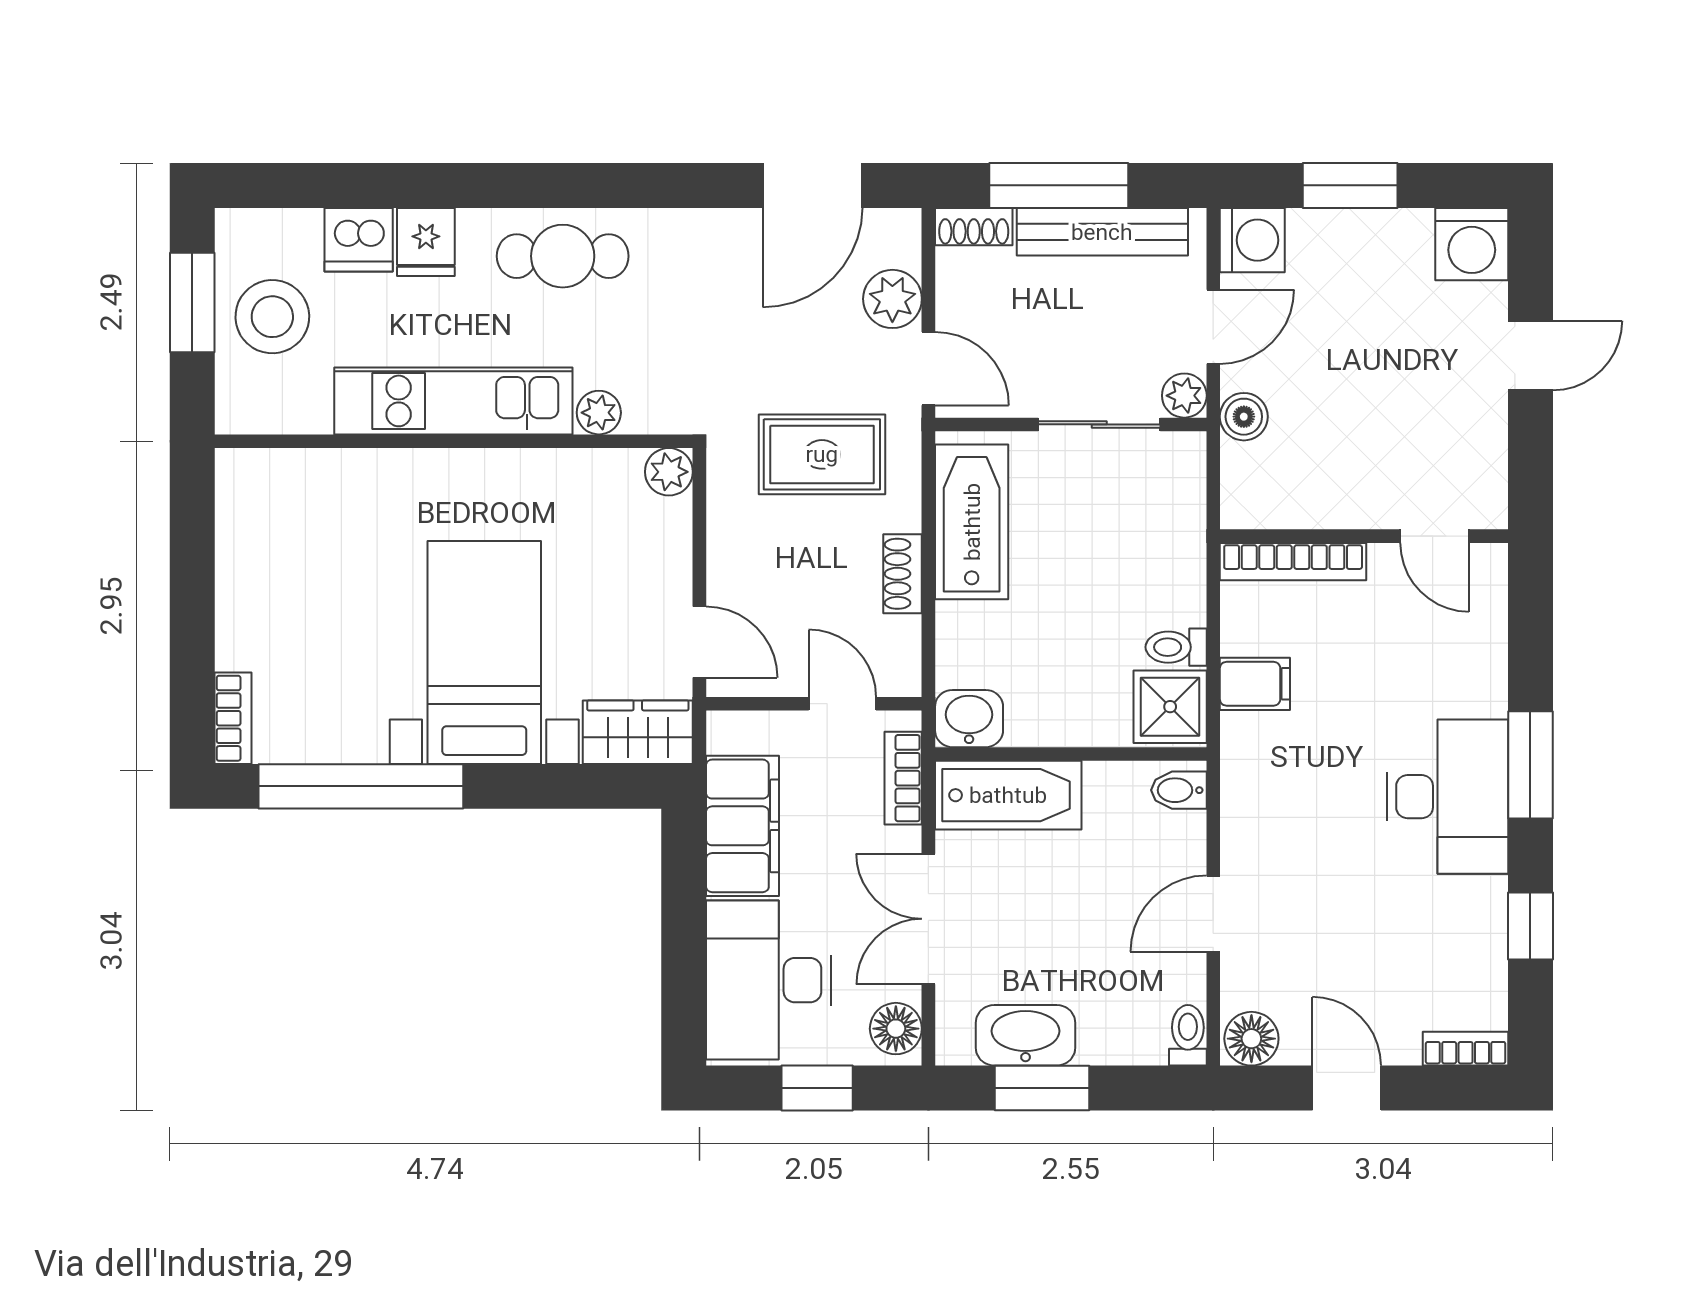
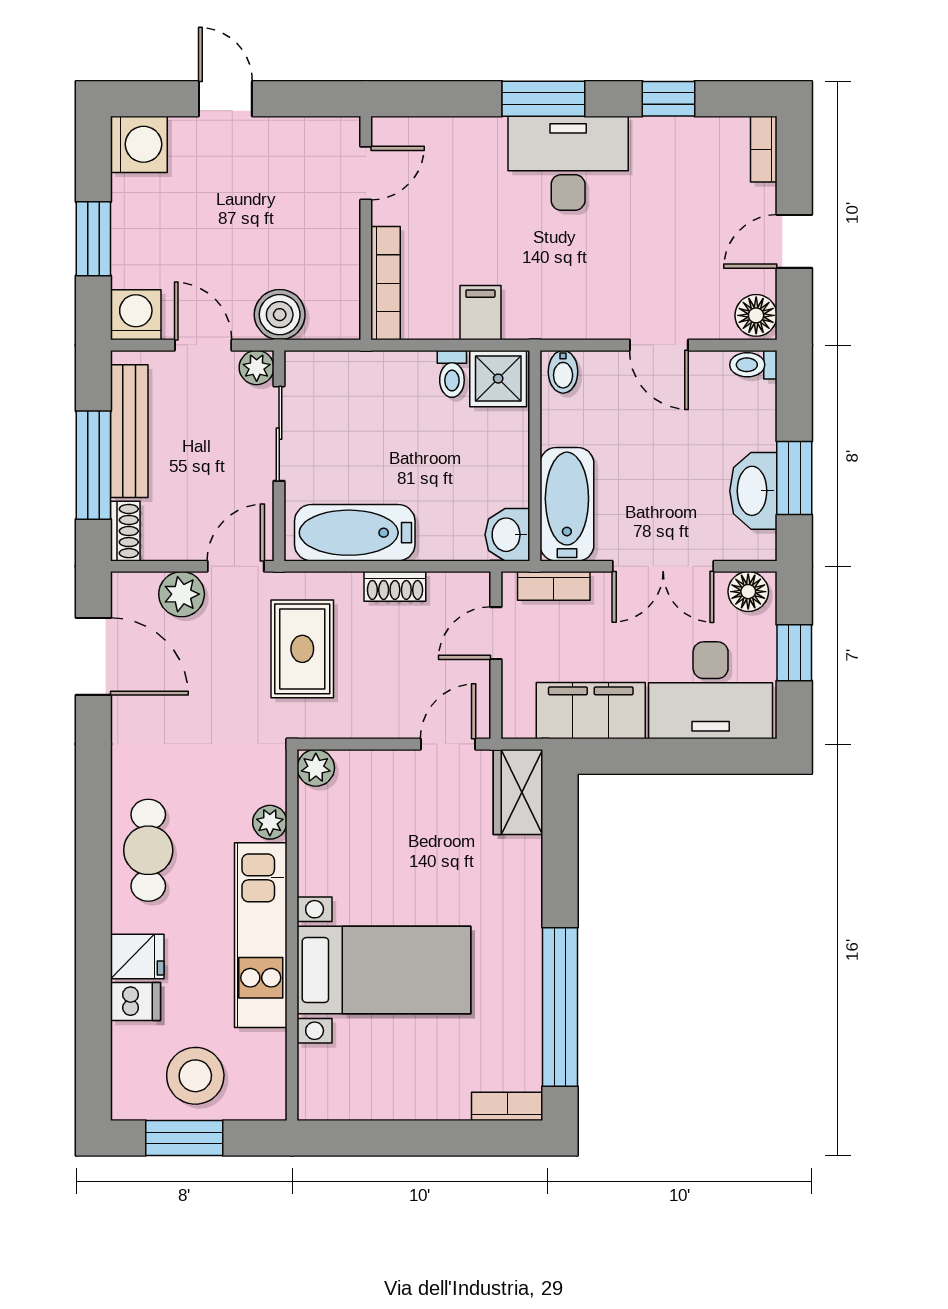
dishwasher: (359, 240) -> (136, 1002), width x0.73
boiler: (1244, 417) -> (280, 315), width x1.36, depth x1.36
bed with nightstands: (484, 652) -> (384, 970), moved, turned 180

